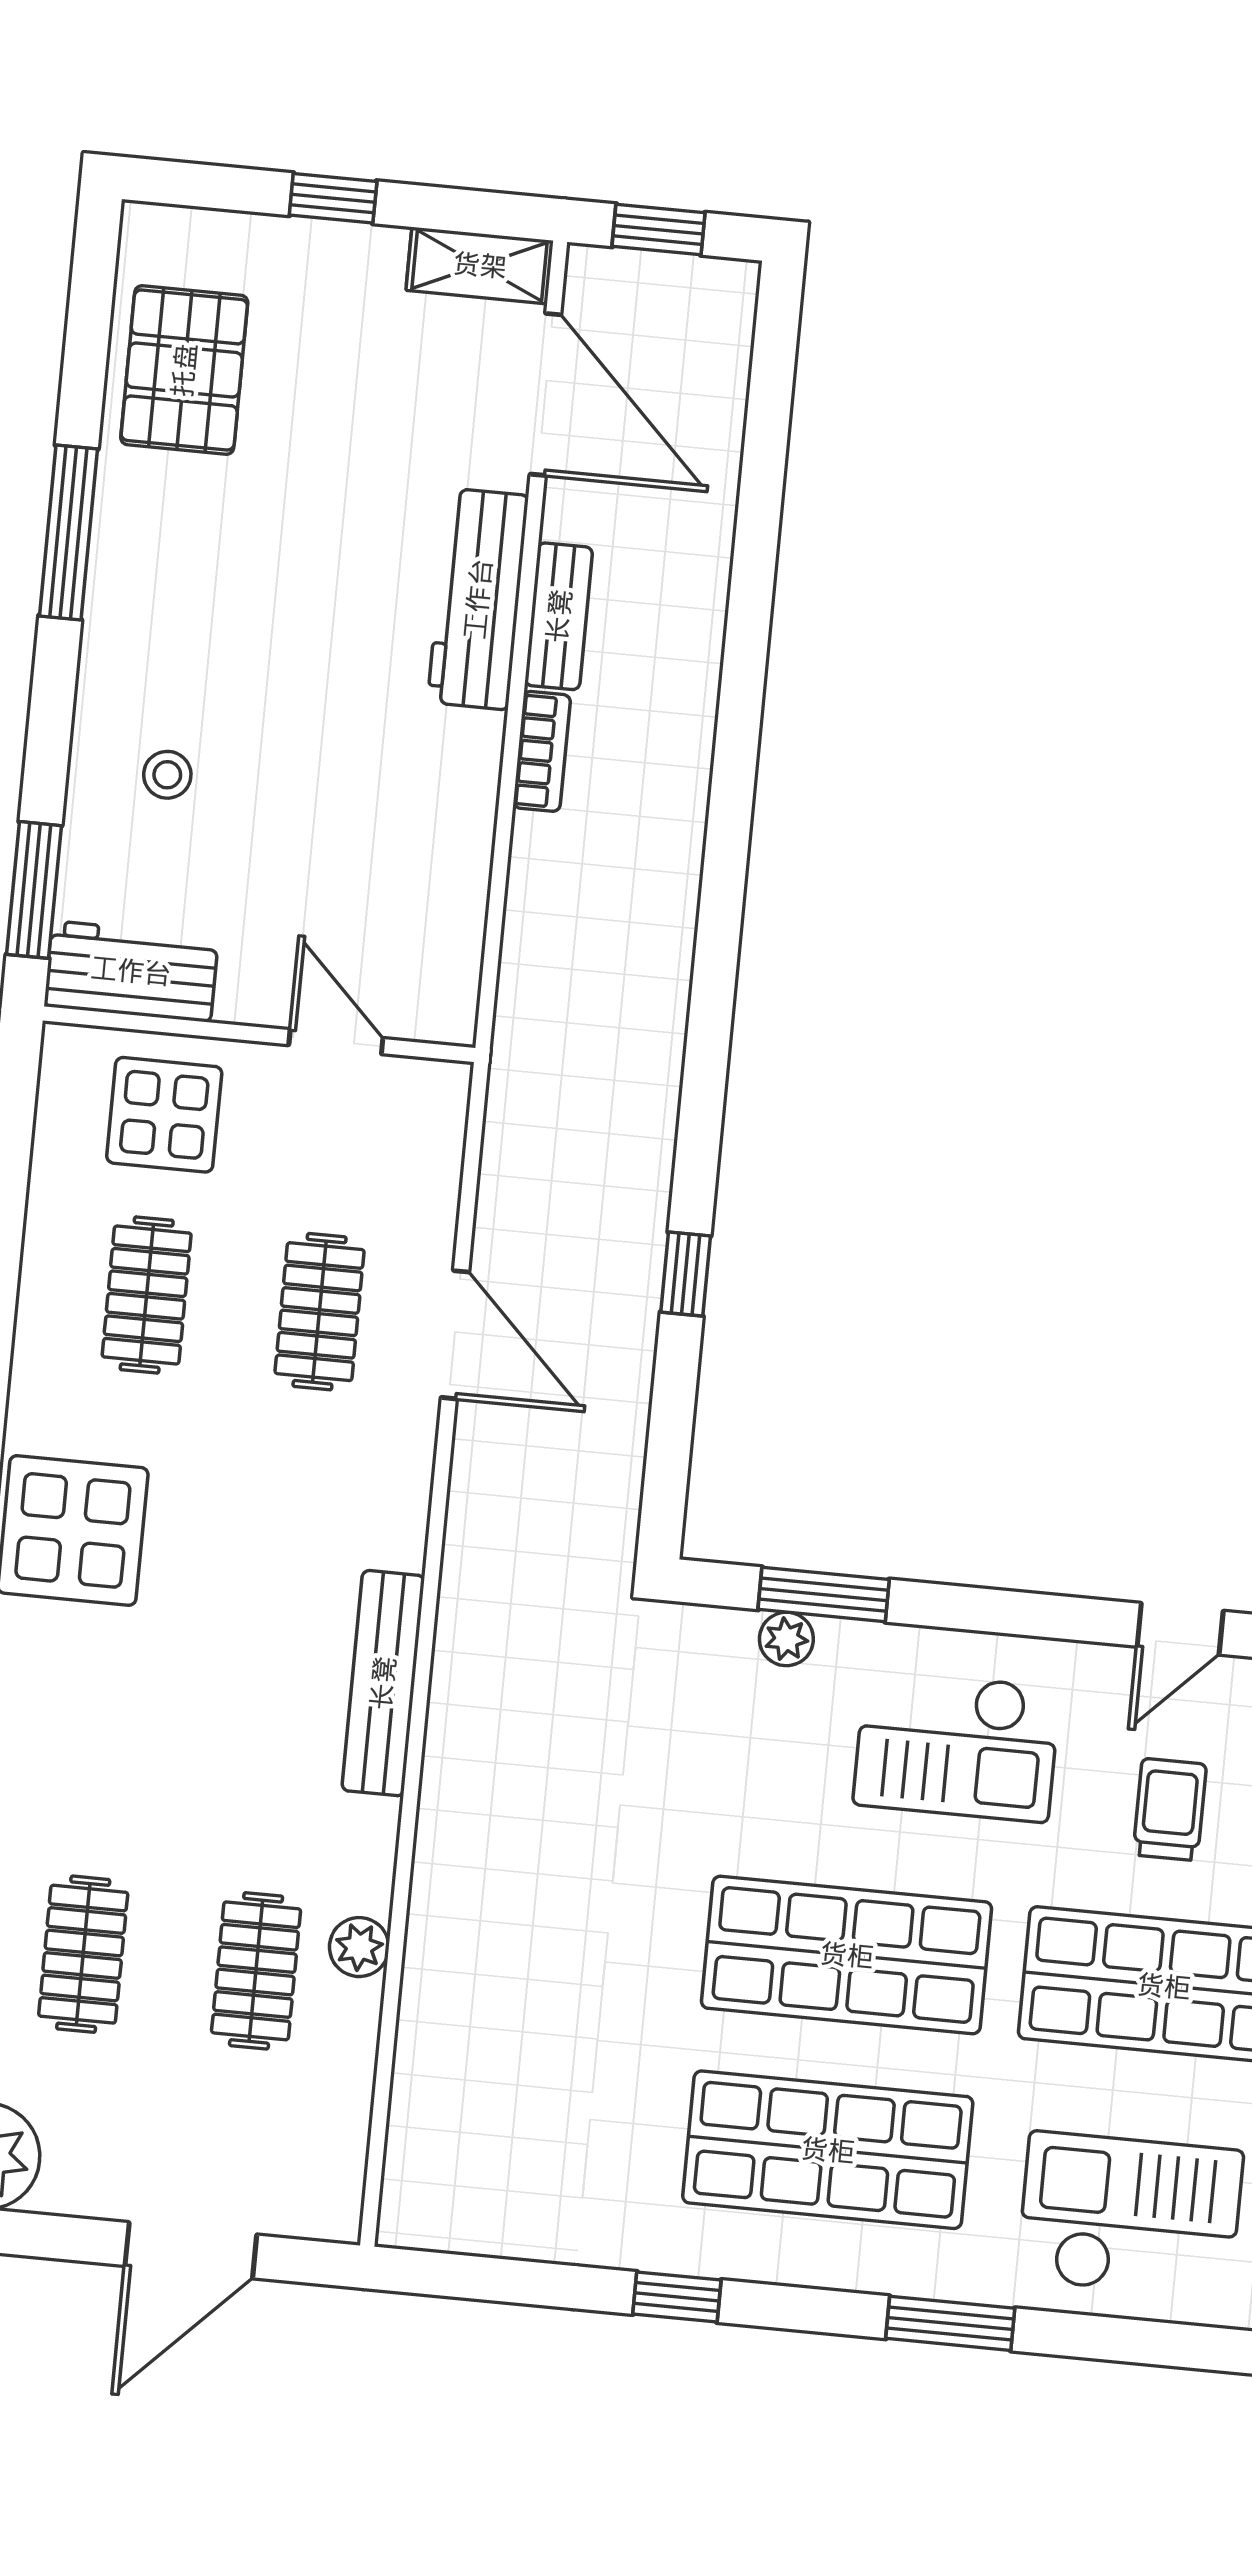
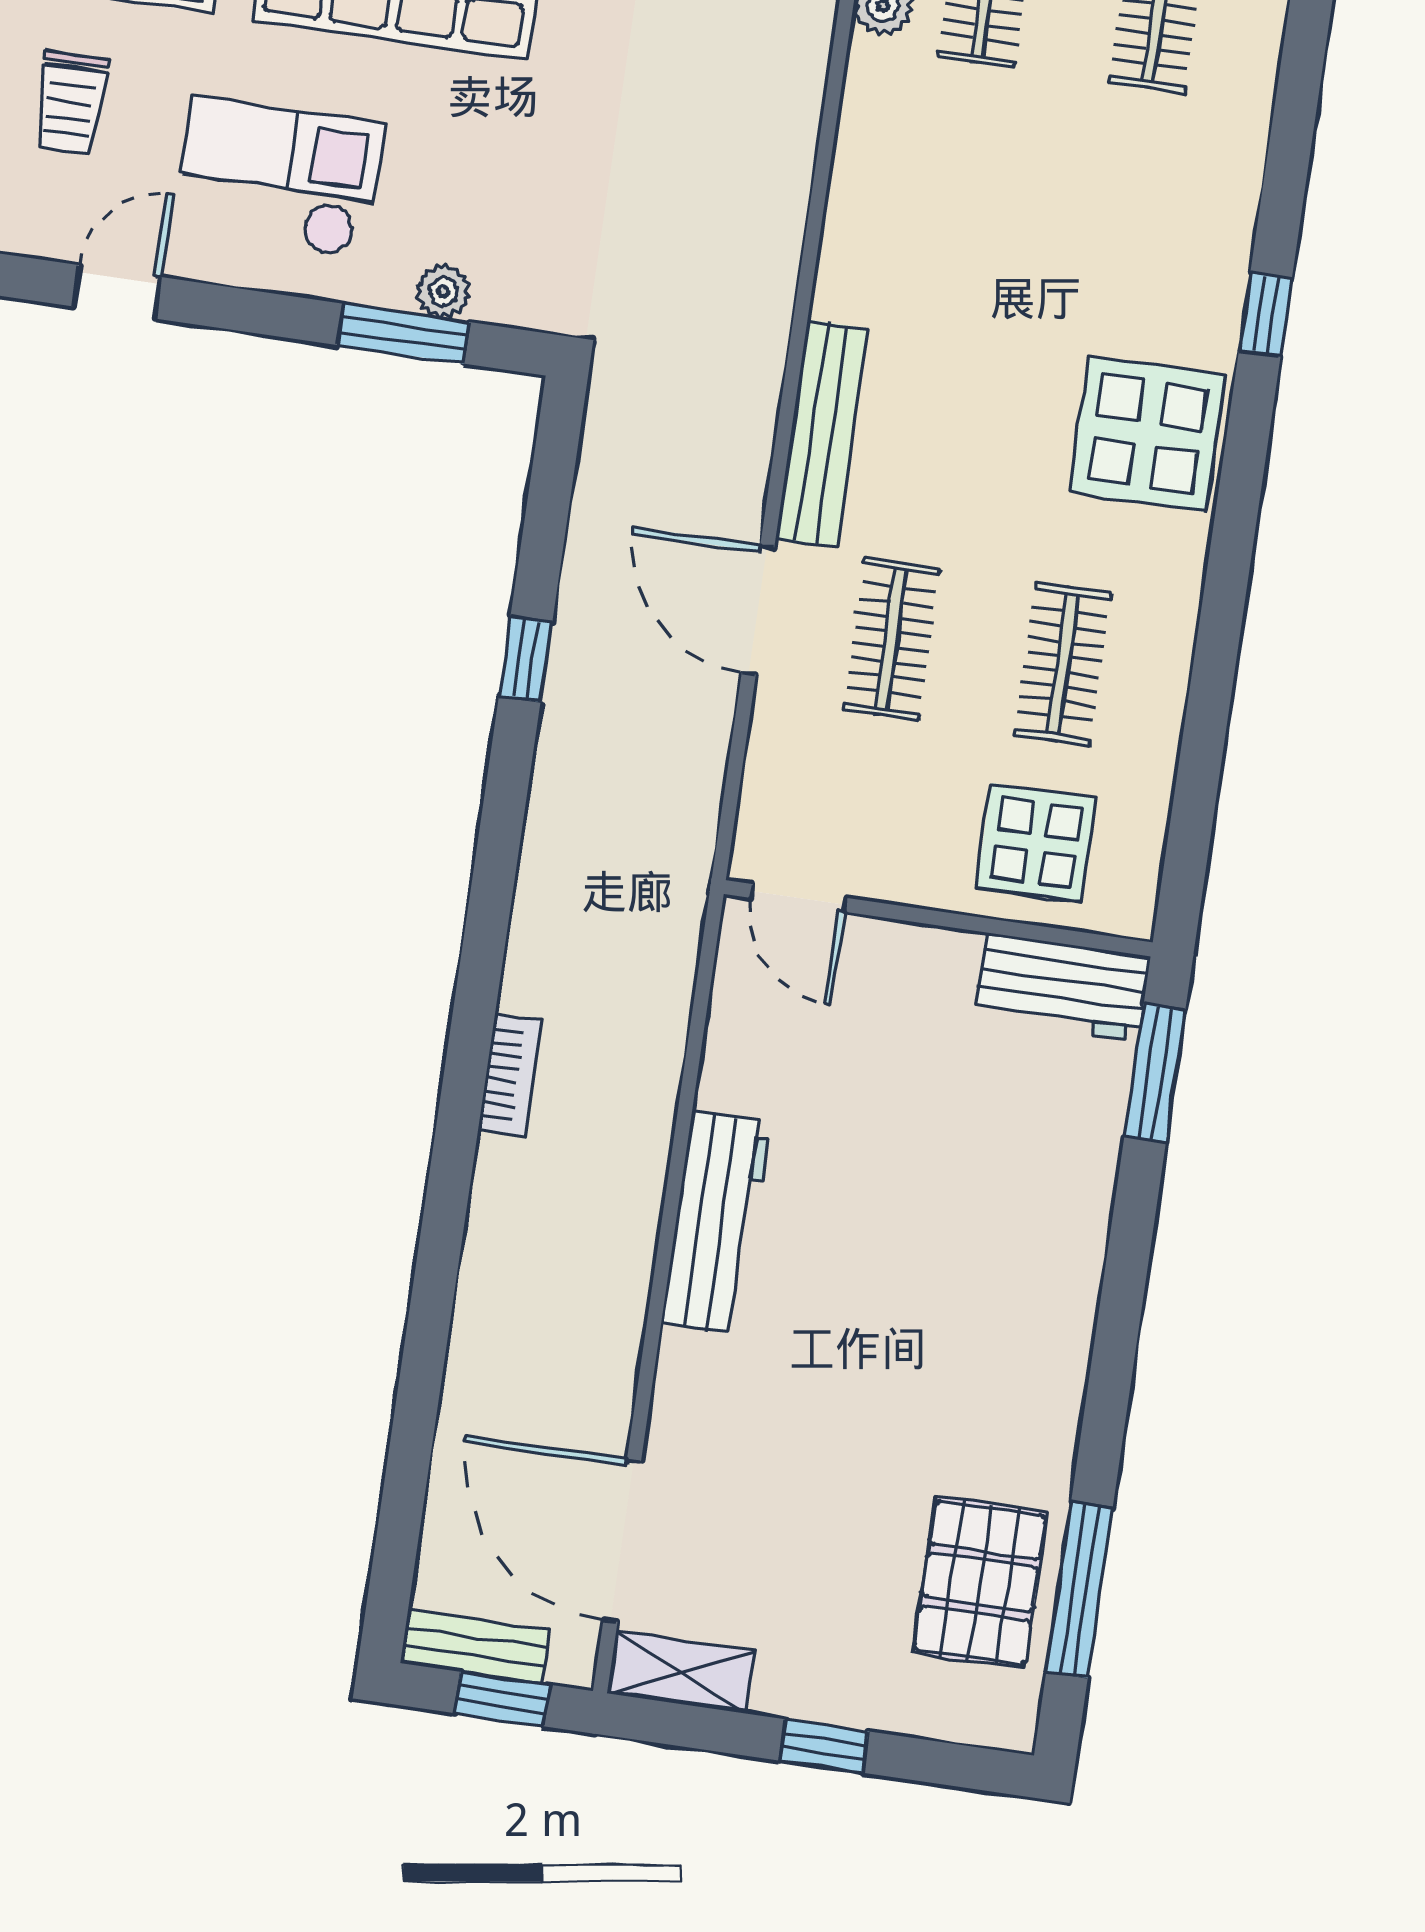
window: (68, 532) -> (1079, 1590), moved
workbench: (478, 599) -> (716, 1223), moved
bench: (559, 616) -> (475, 1646), moved, turned 90
bookcase: (542, 751) -> (510, 1075), moved, turned 180
stool: (167, 775) -> (1017, 1181), removed
door: (336, 1042) -> (798, 898), moved
door: (1180, 1629) -> (117, 292), moved
bench: (383, 1683) -> (822, 433), moved

